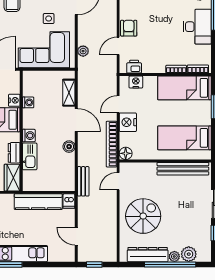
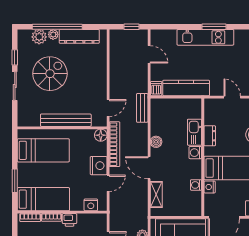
printer: (134, 67) -> (70, 220), moved
bench: (183, 169) -> (66, 120), moved
wardrobe: (12, 178) -> (212, 112), removed
spiral stairs: (143, 216) -> (50, 74), moved, turned 180

